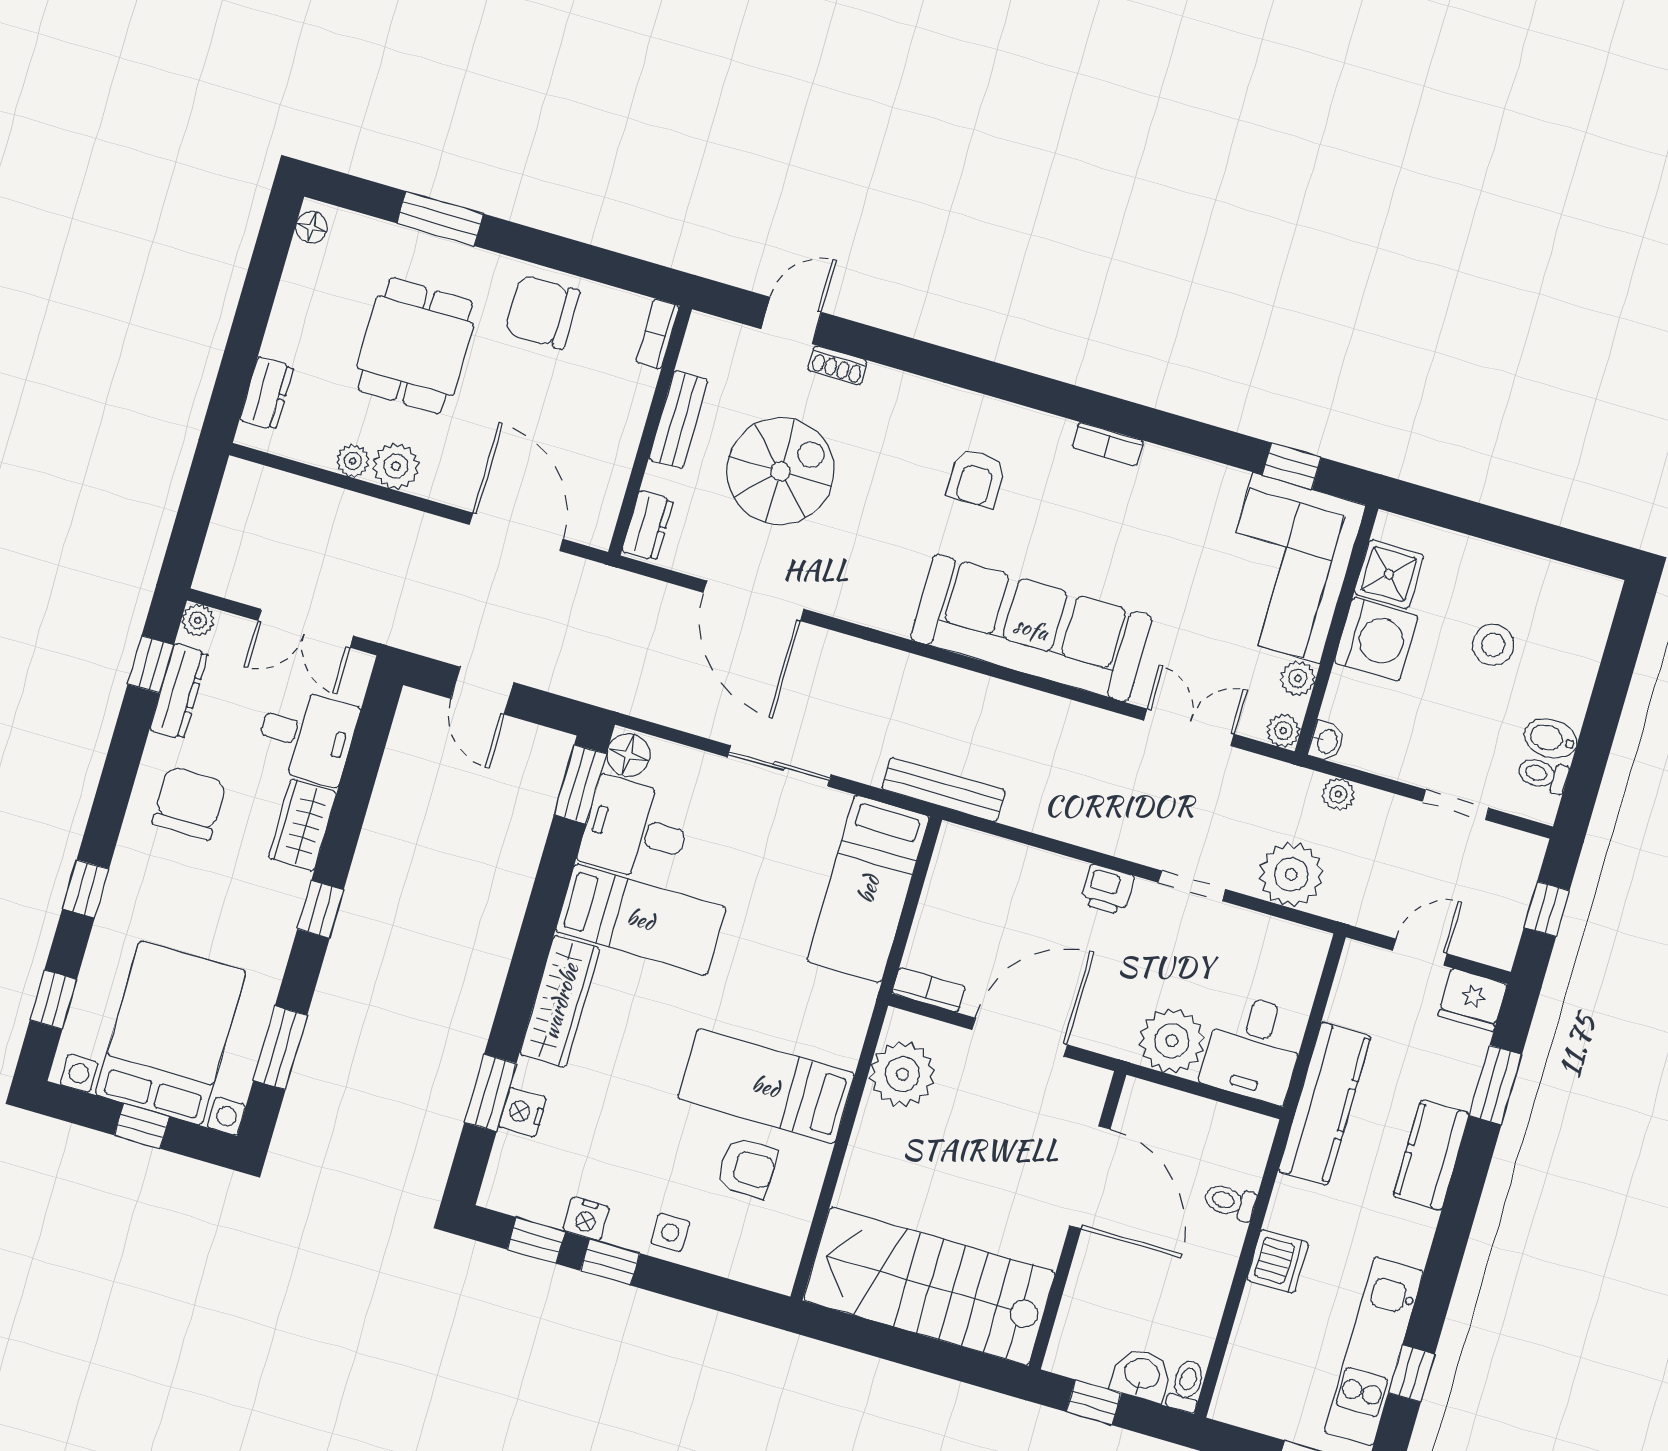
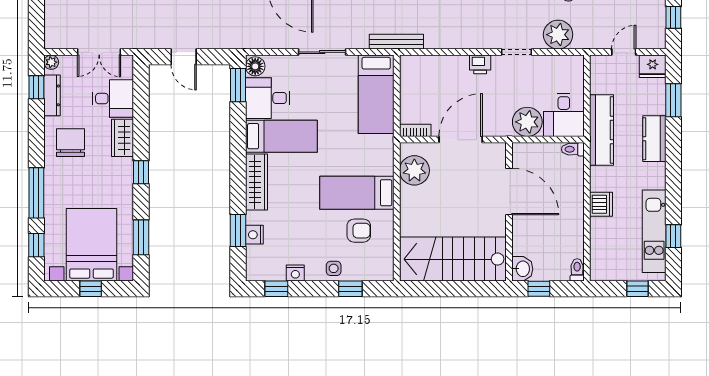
window: (86, 889) -> (36, 193), width x2.17
toilet: (1230, 1202) -> (573, 149), moved
window: (610, 1262) -> (350, 289), moved
washbasin: (1142, 1375) -> (522, 269), moved, turned 90

